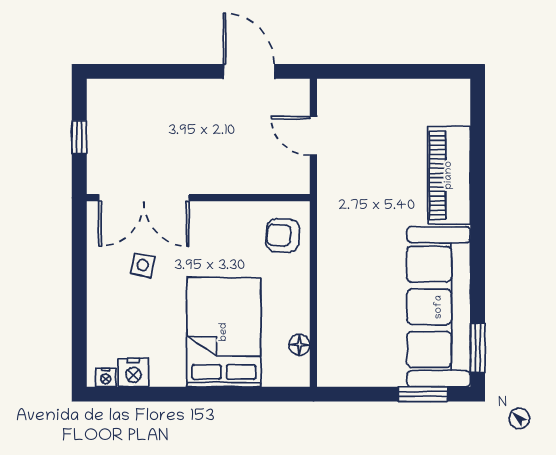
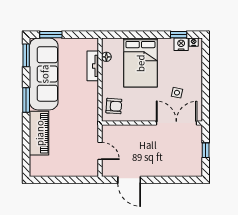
window: (478, 249) -> (26, 100), added
tv unit: (330, 325) -> (93, 66), added
window: (139, 394) -> (179, 35), added

